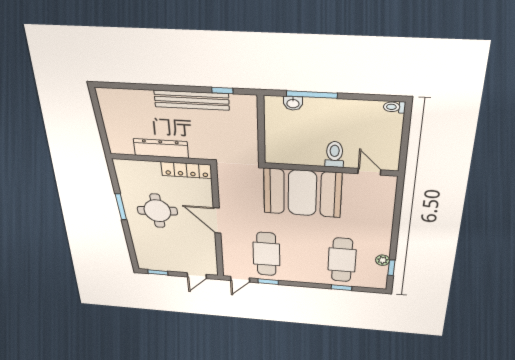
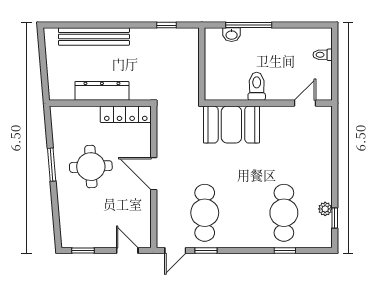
bench: (192, 100) -> (94, 37), moved
toilet: (394, 107) -> (323, 55), moved
toilet: (334, 154) -> (257, 86), moved
door: (369, 172) -> (305, 103), hinge flipped
booth: (302, 193) -> (231, 125), width x0.73, depth x0.70
door: (197, 276) -> (127, 251), swing flipped

